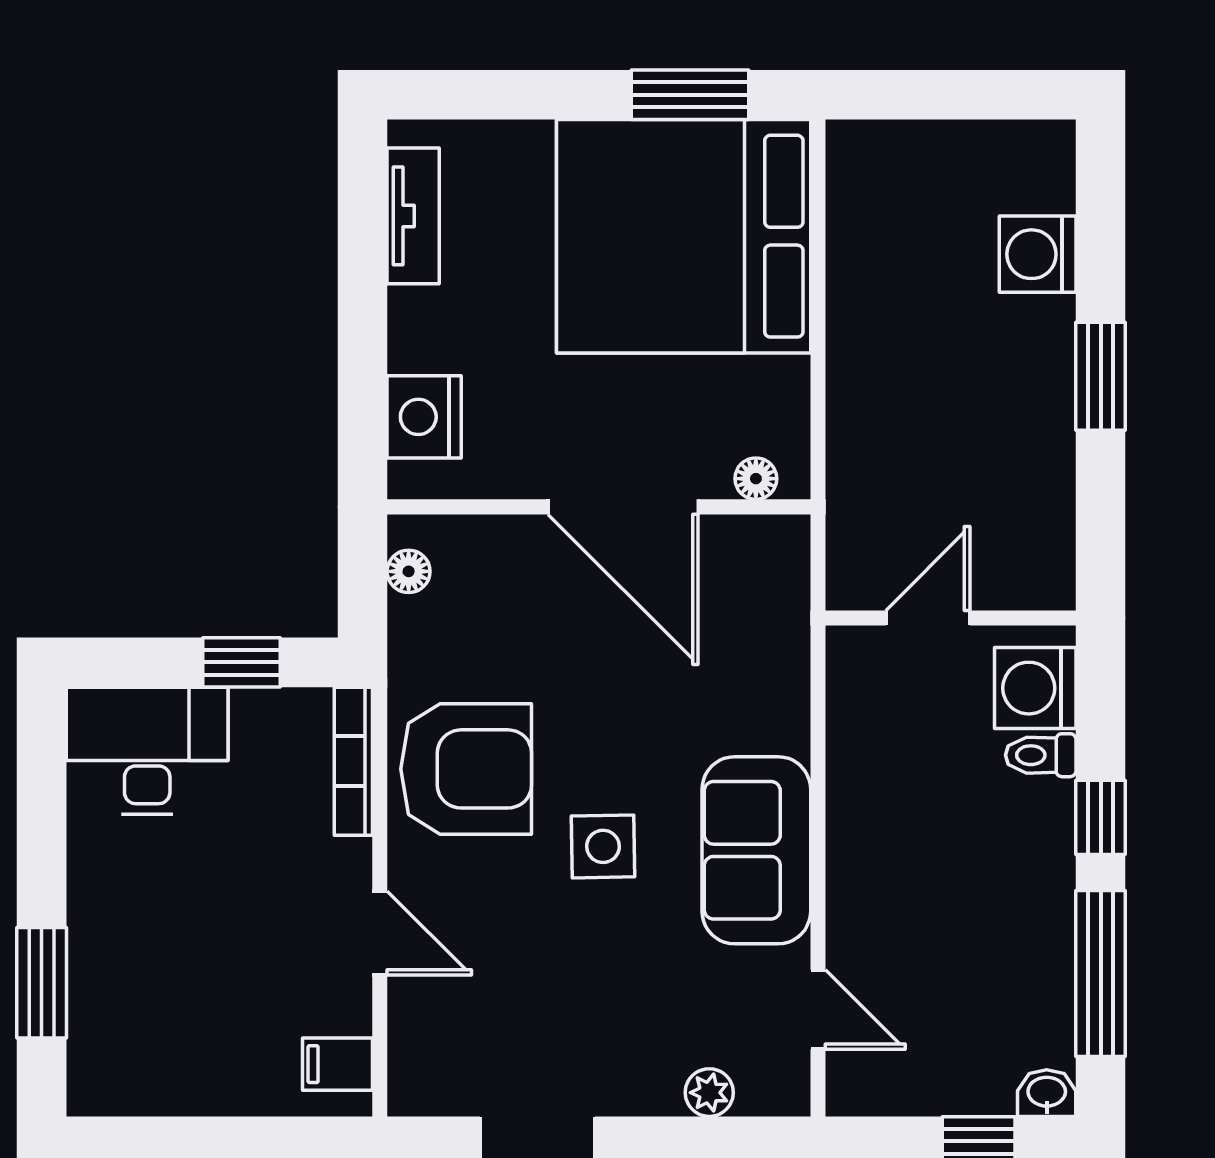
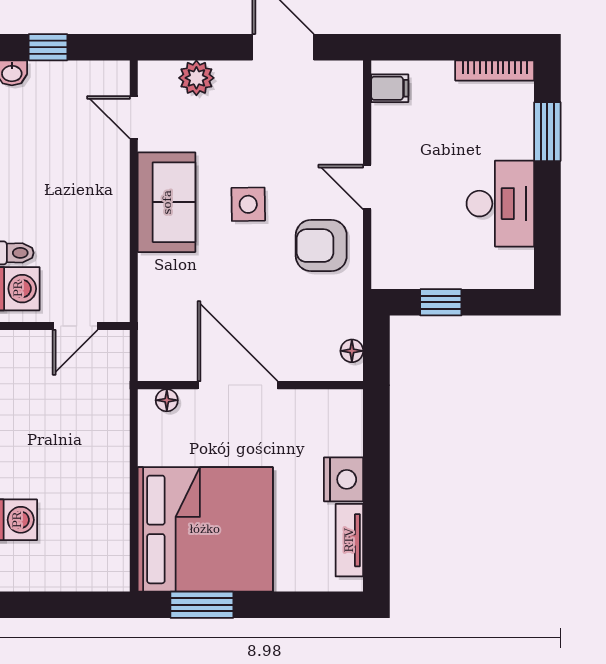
nightstand: (424, 417) -> (344, 479), moved
desk: (147, 751) -> (500, 204), moved, turned -90
bookcase: (353, 761) -> (495, 70), moved, turned 90
armchair: (466, 769) -> (321, 246), width x0.73, depth x0.73
door: (380, 933) -> (367, 187), moved
plant: (709, 1093) -> (196, 78), width x1.38, depth x1.38

